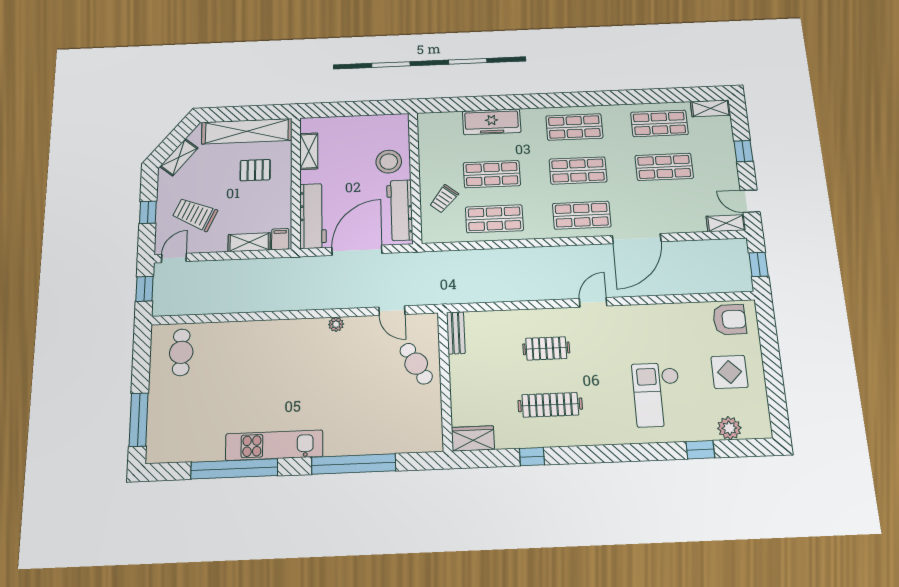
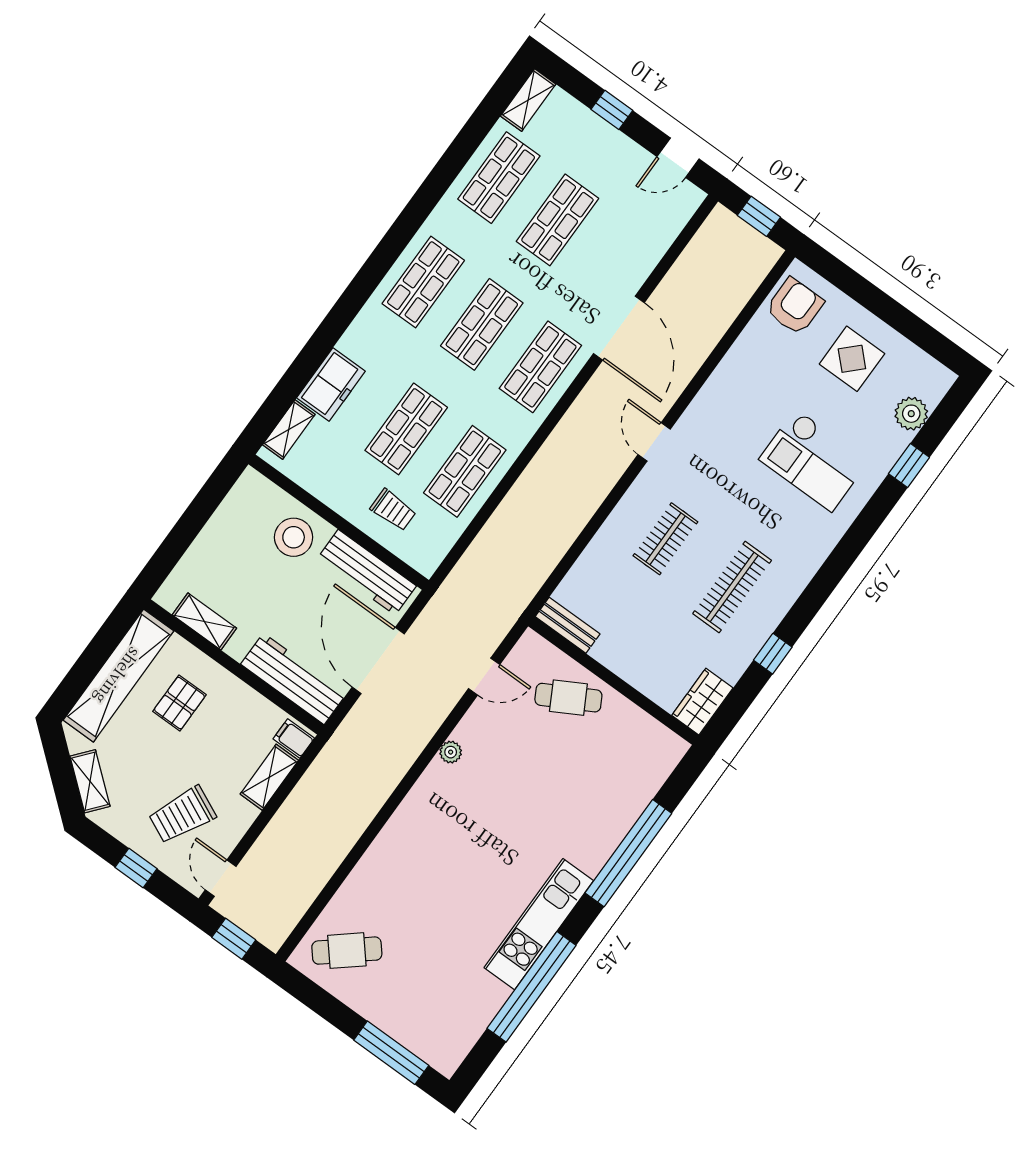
freezer: (492, 122) -> (331, 385), width x0.71
trolley: (444, 199) -> (393, 510), turned -39
shelving: (726, 223) -> (289, 430), moved
cafe table: (181, 352) -> (347, 951), turned -40

